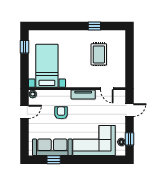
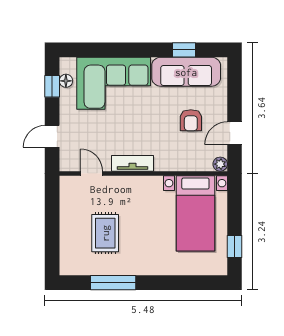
window: (94, 26) -> (113, 283), width x2.17
armchair: (61, 113) -> (191, 120), moved

